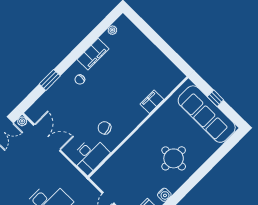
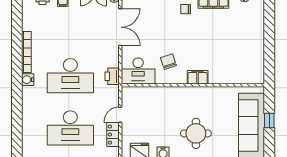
filing cabinet: (152, 102) -> (198, 77), moved
printer: (76, 177) -> (112, 76), added

